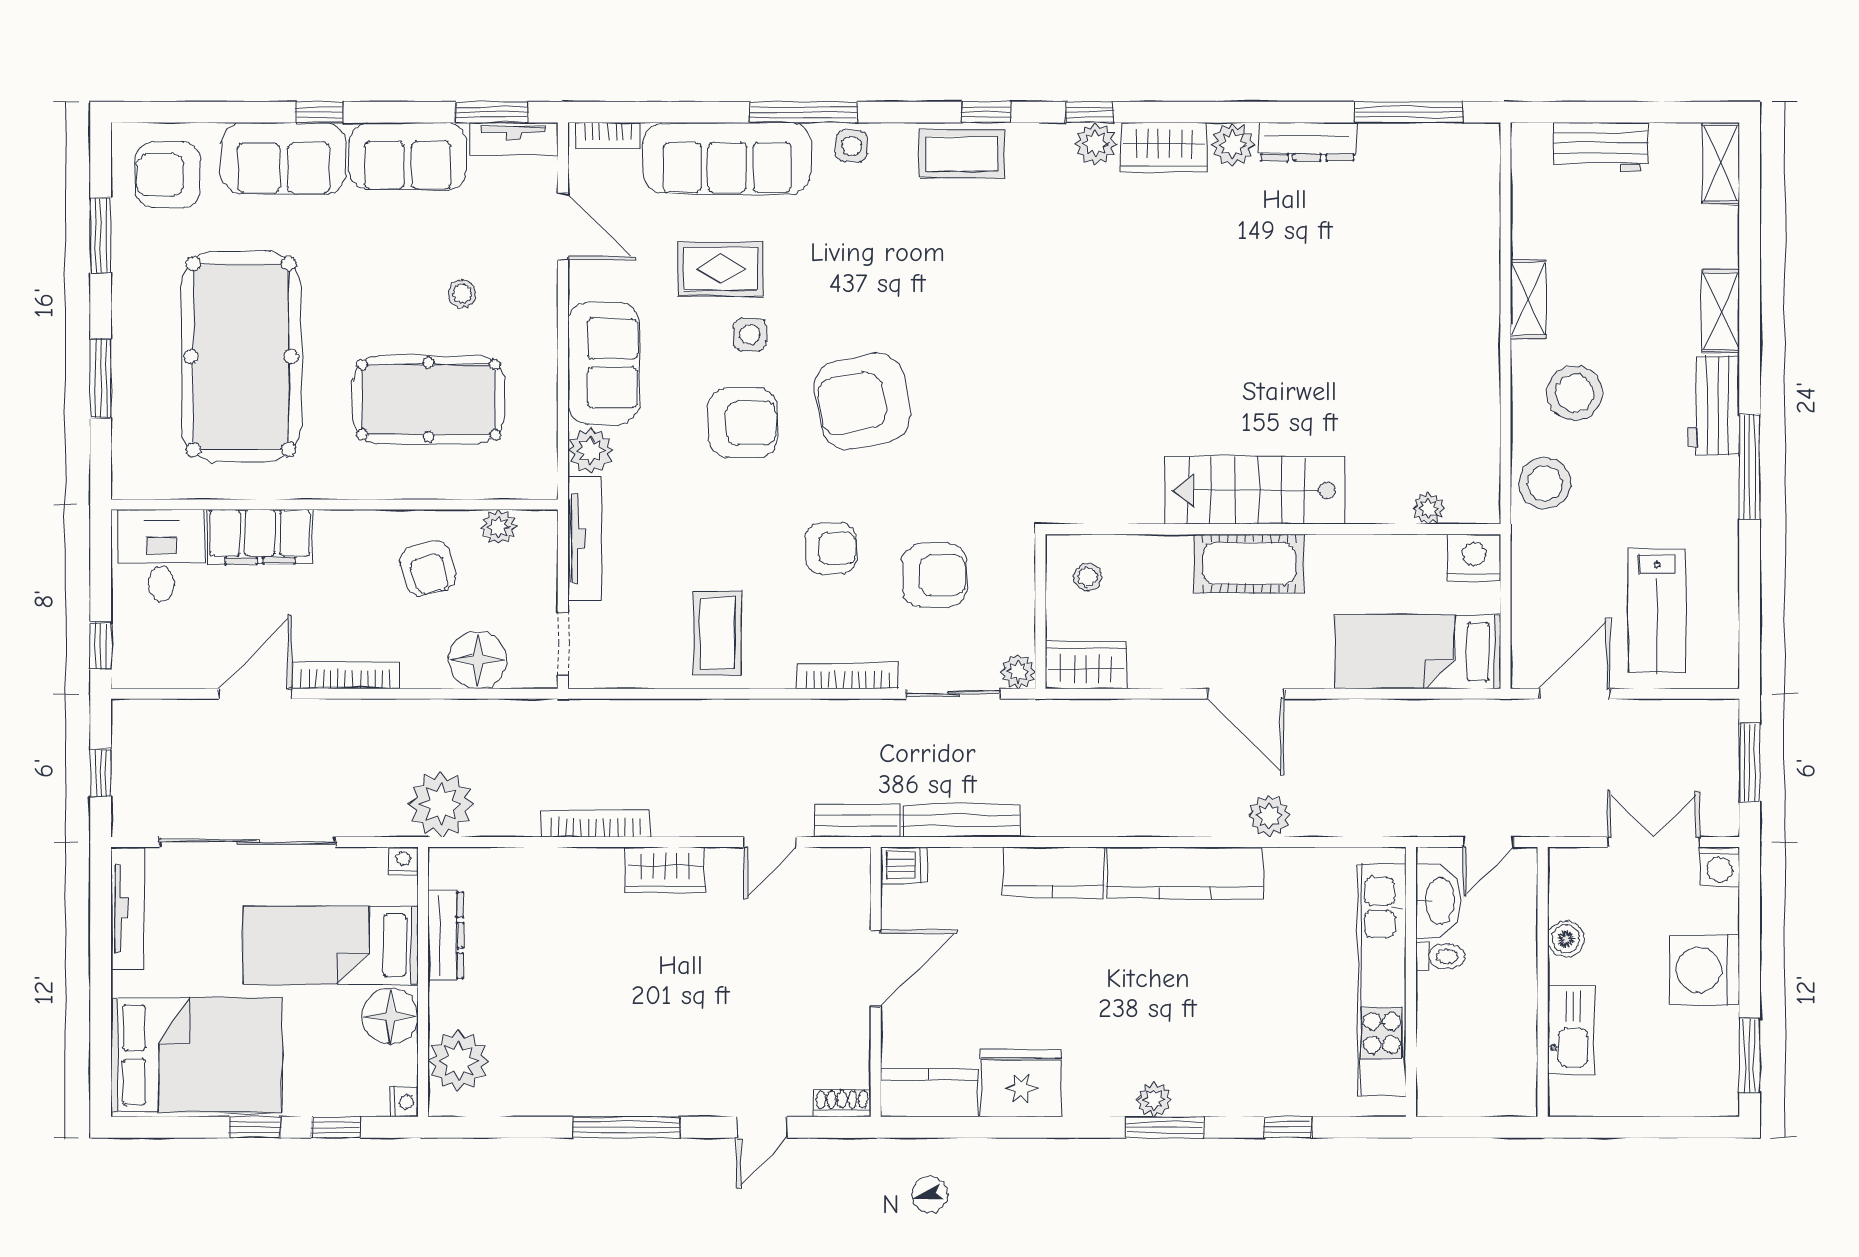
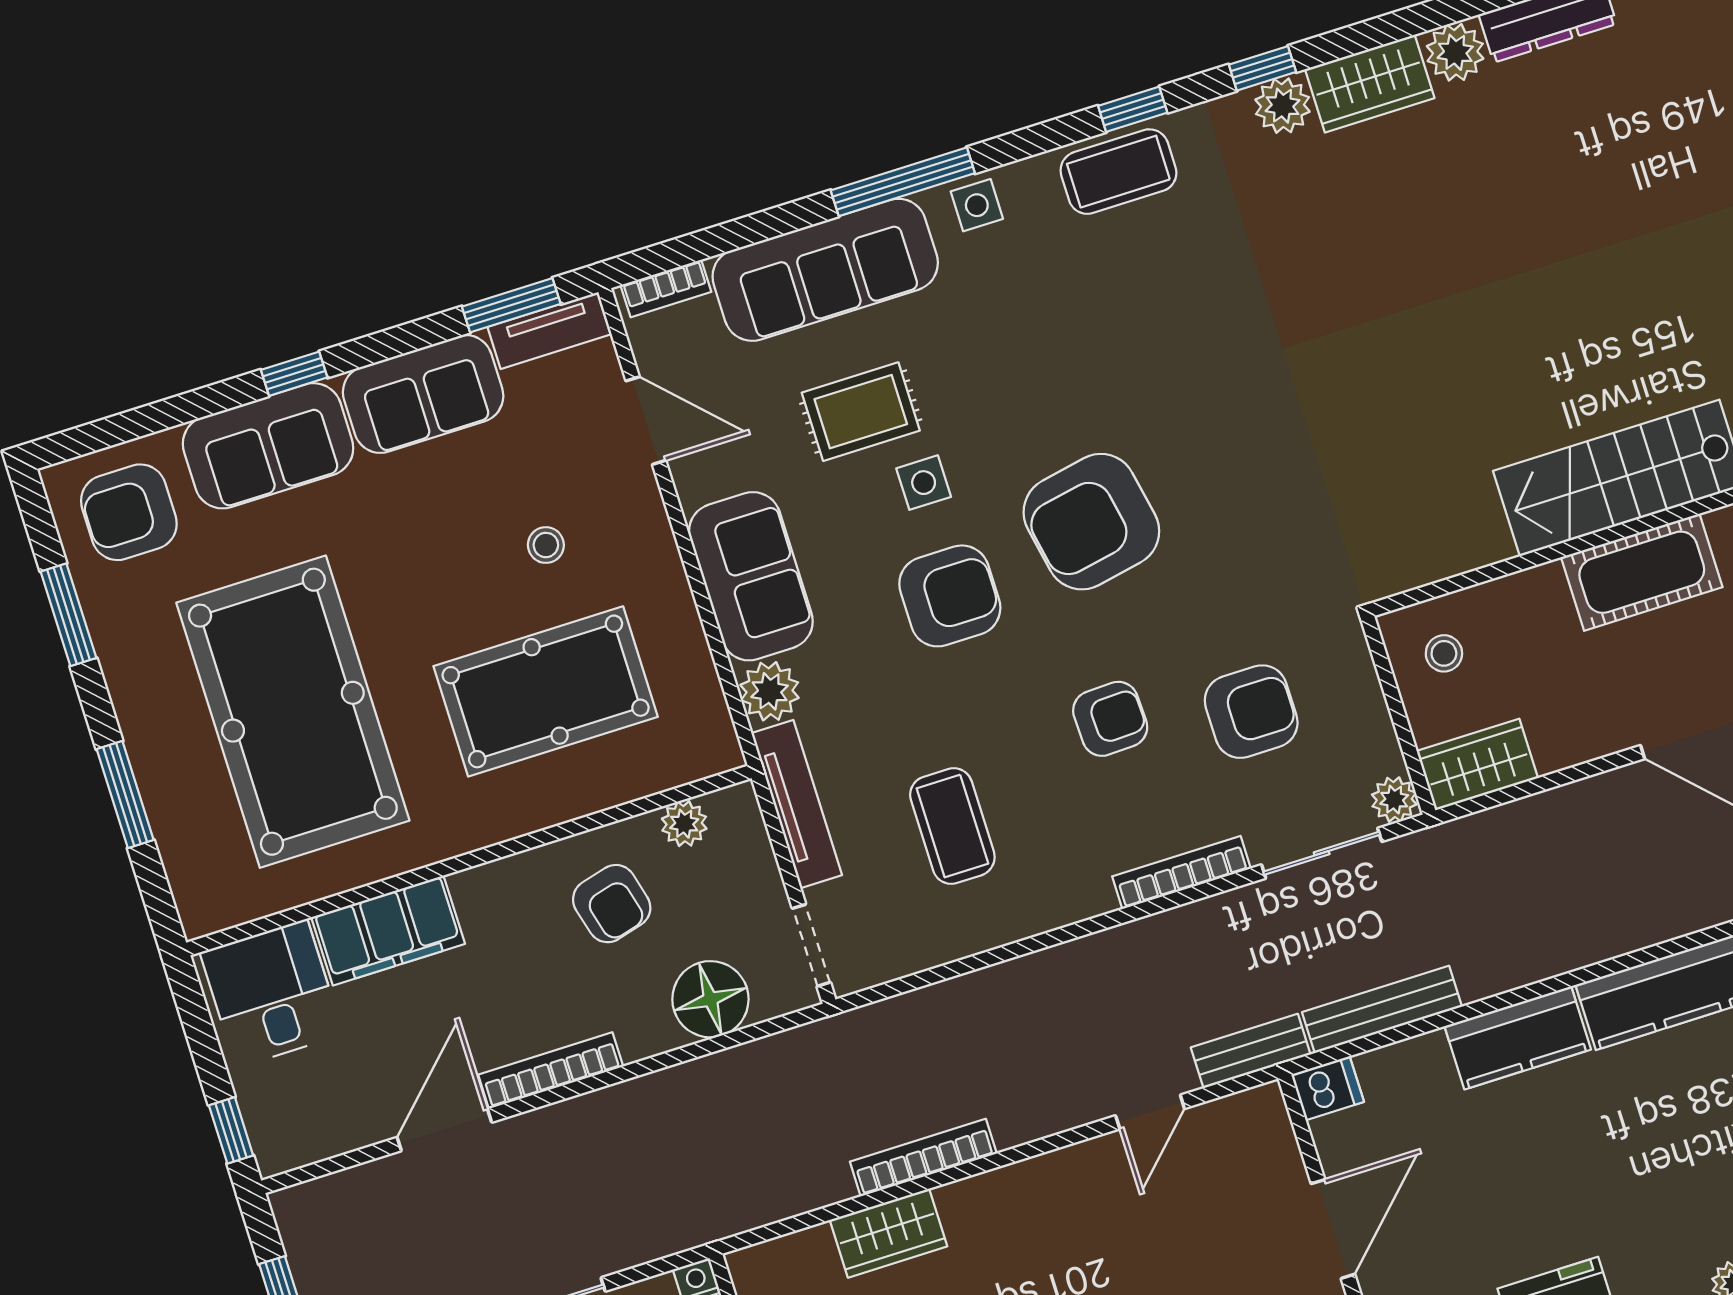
coffee table: (717, 633) -> (952, 826), moved
plant: (441, 804) -> (721, 1195), removed
wardrobe: (665, 870) -> (888, 1233), moved

